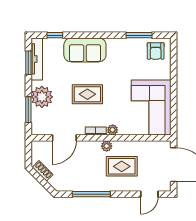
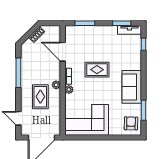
sofa: (85, 50) -> (132, 87), moved
armchair: (156, 51) -> (131, 123), turned 91
tv unit: (37, 59) -> (129, 30), width x0.71
rug: (87, 94) -> (97, 70), turned 90
plant: (42, 97) -> (95, 34), removed

